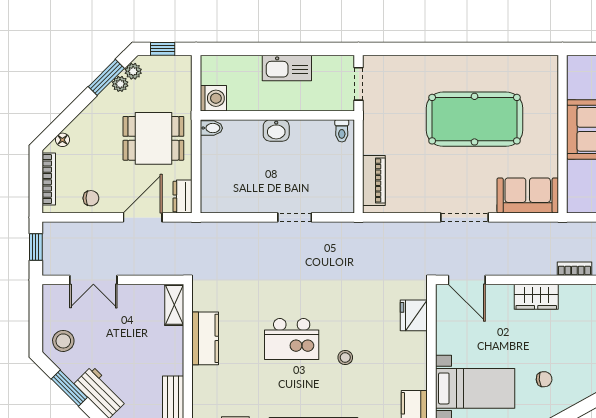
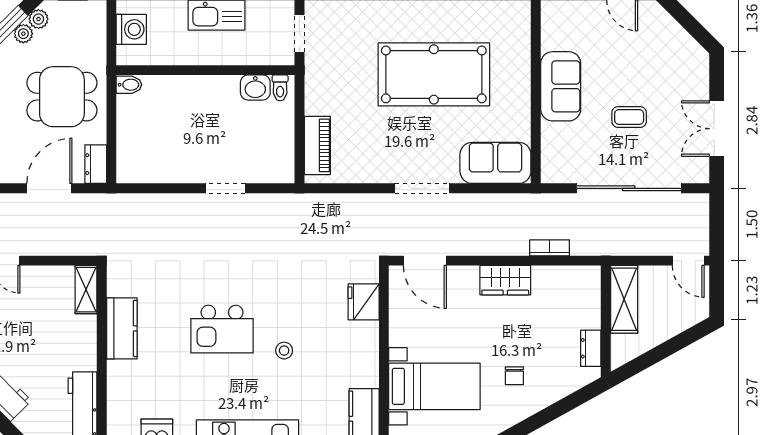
washing machine: (213, 98) -> (131, 29), moved
washbasin: (276, 130) -> (255, 87), moved
chair: (544, 379) -> (514, 376), turned 95

